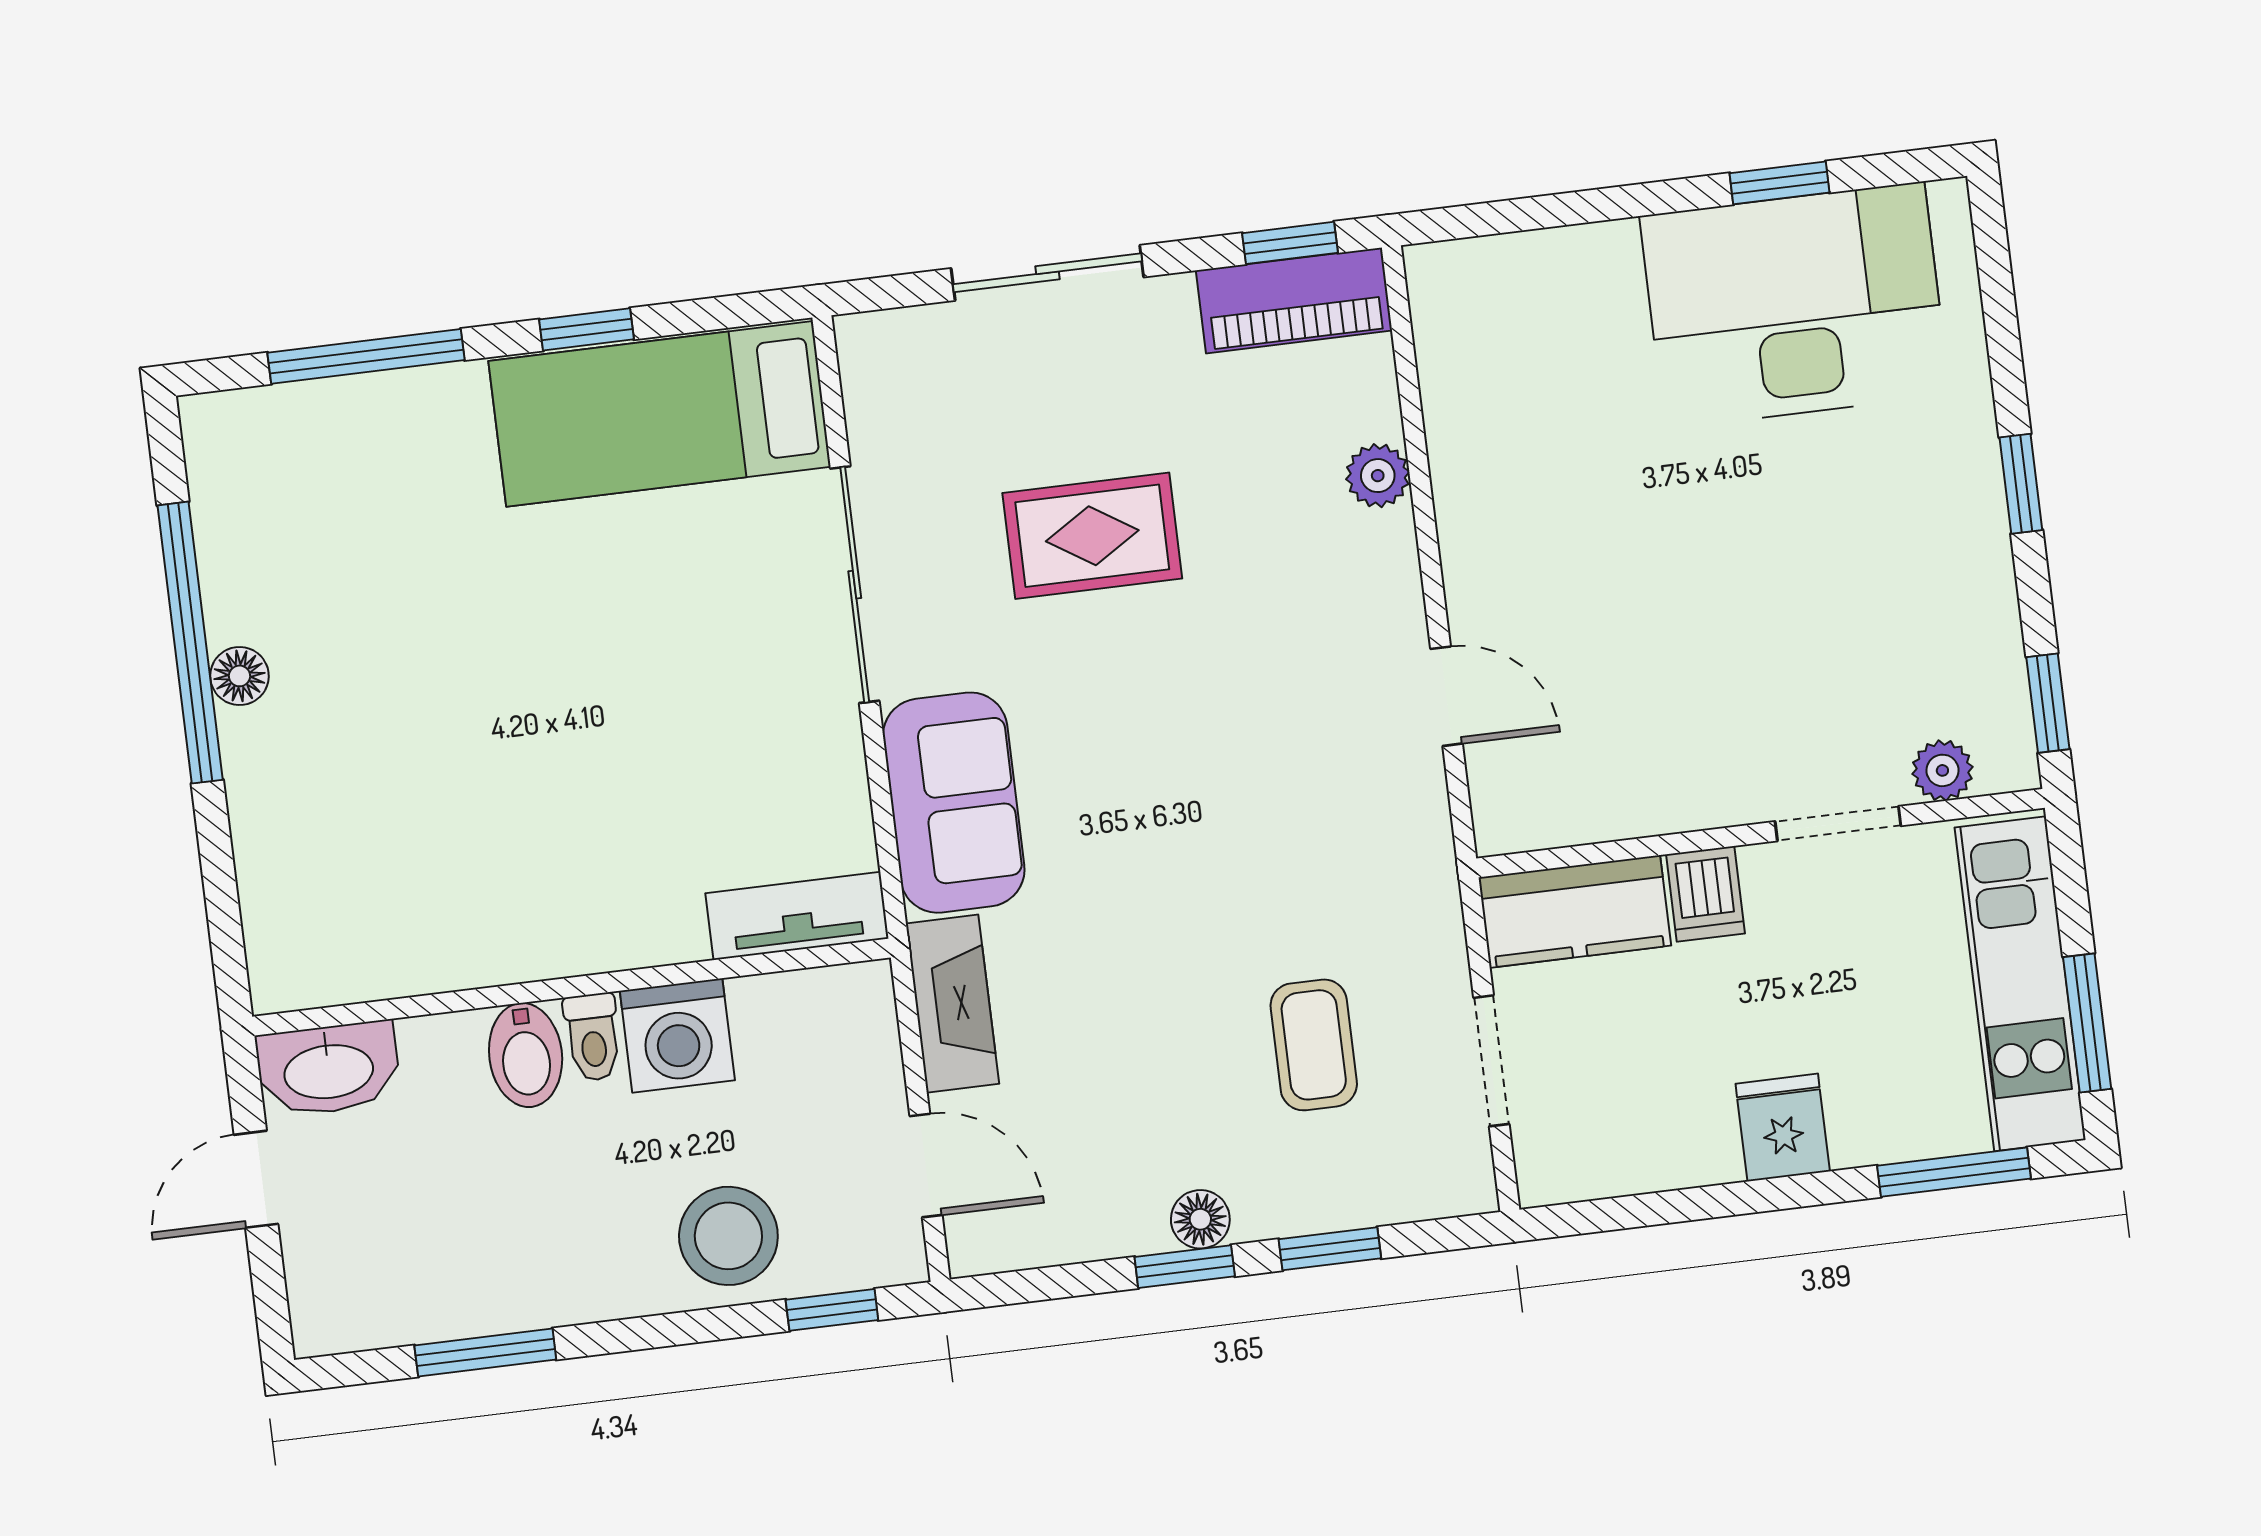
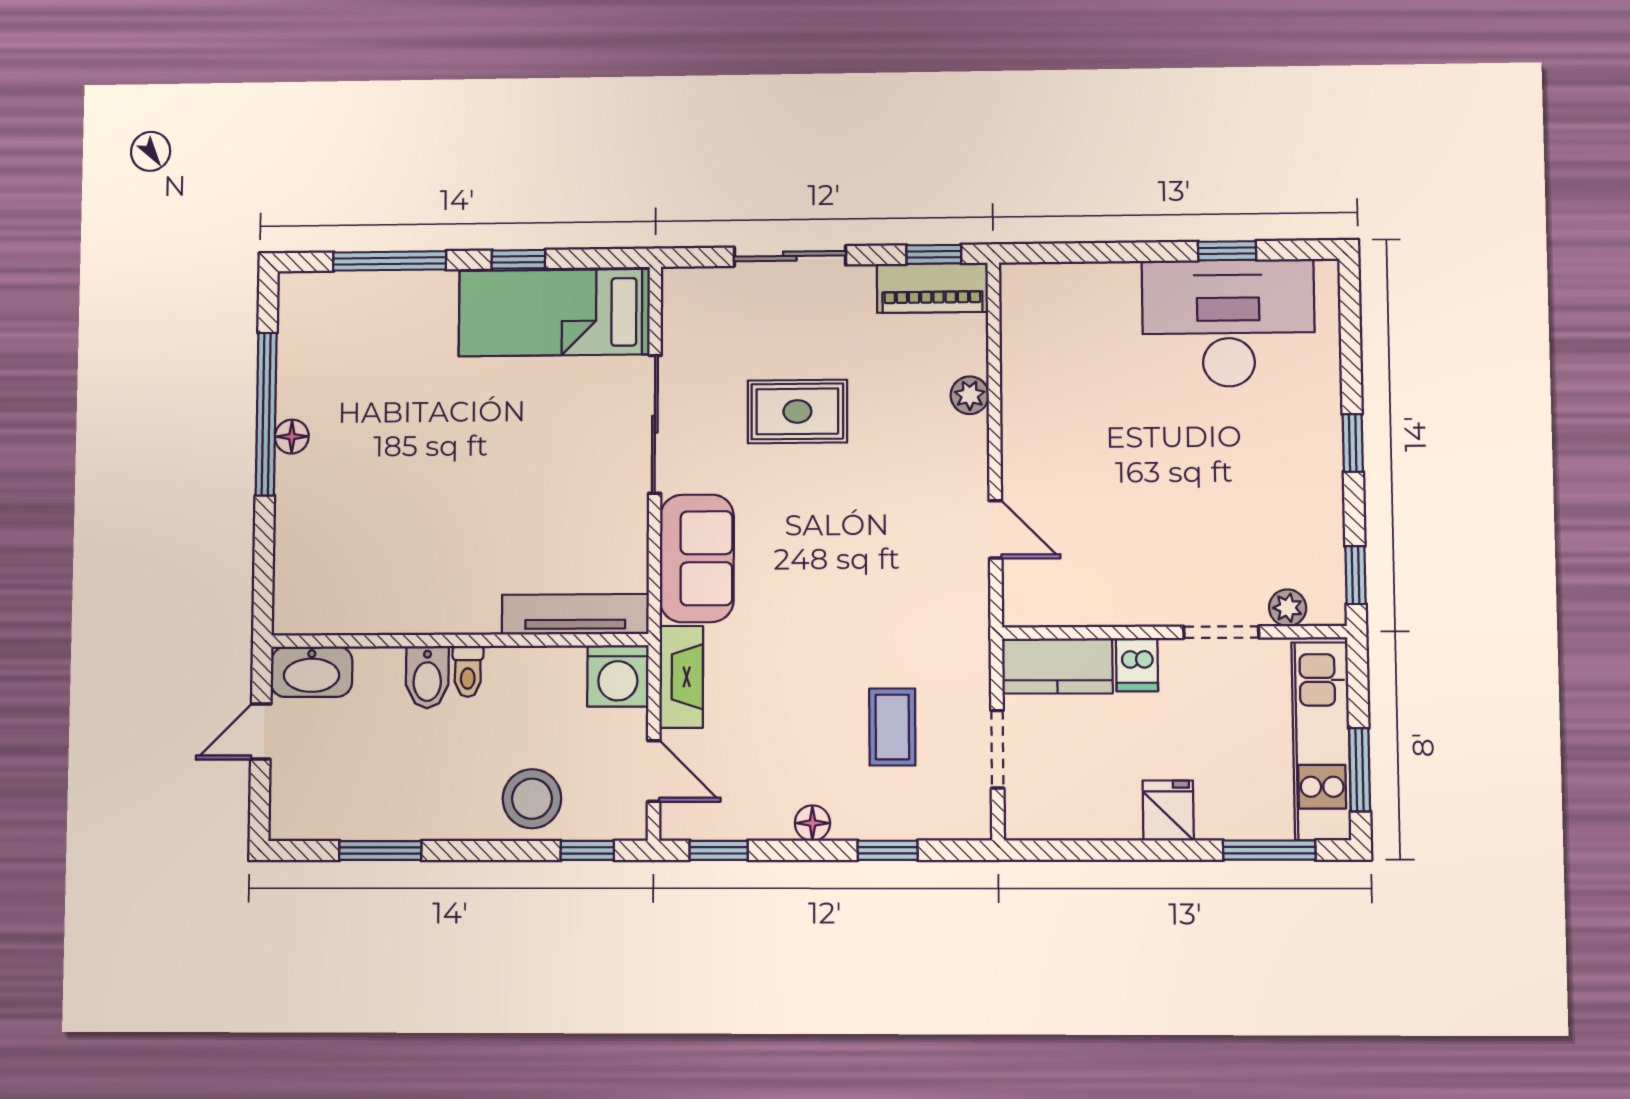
tv unit: (797, 916) -> (575, 614), width x1.41
washing machine: (677, 1035) -> (618, 676), moved
window: (1185, 1267) -> (719, 850), moved

